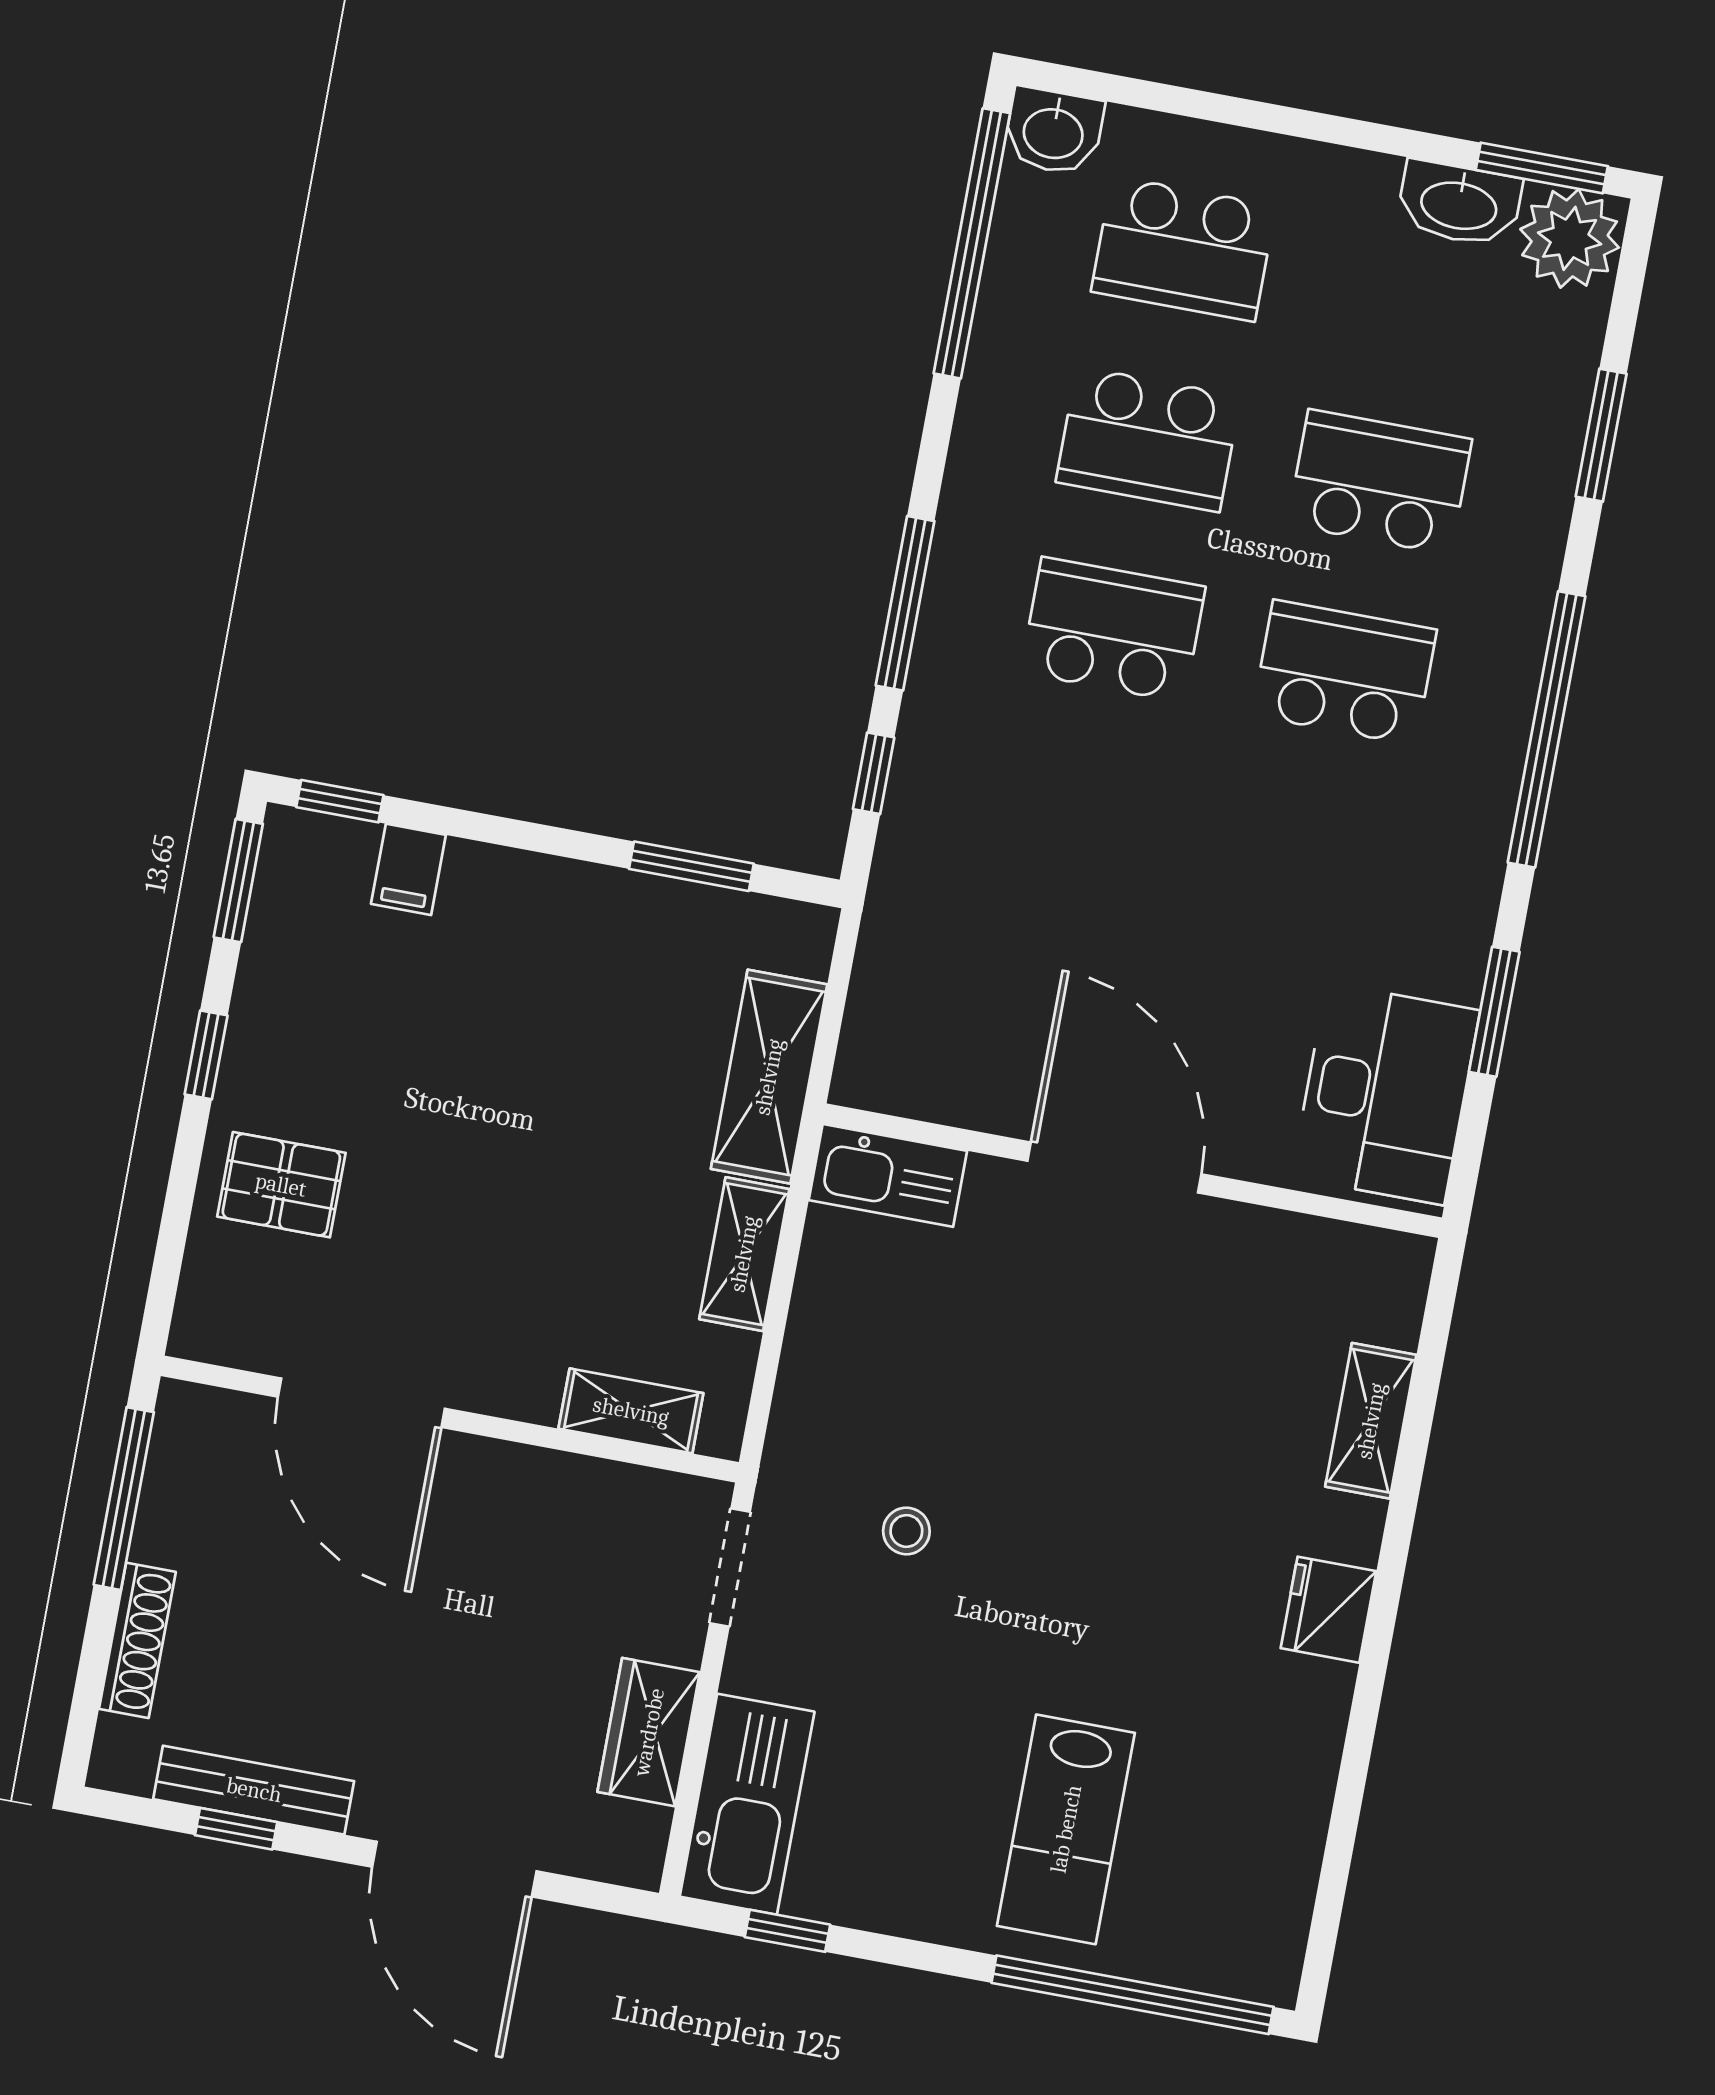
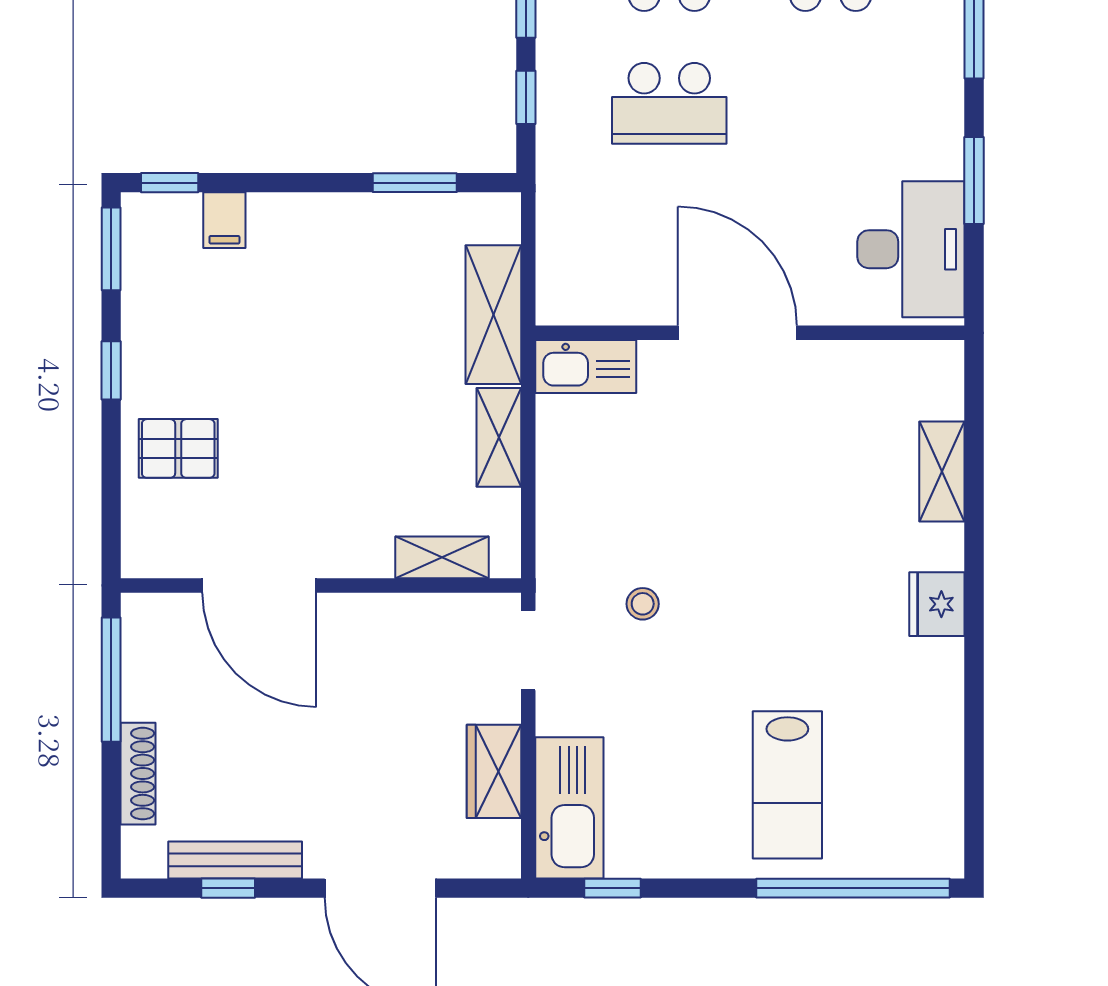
school desk: (1078, 820) -> (669, 103), added

